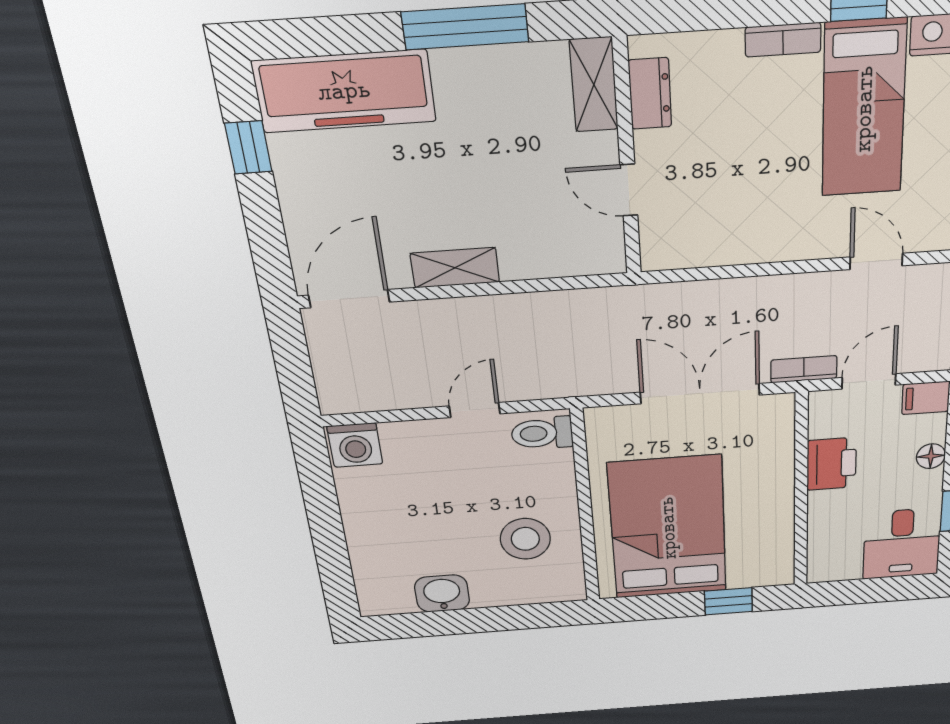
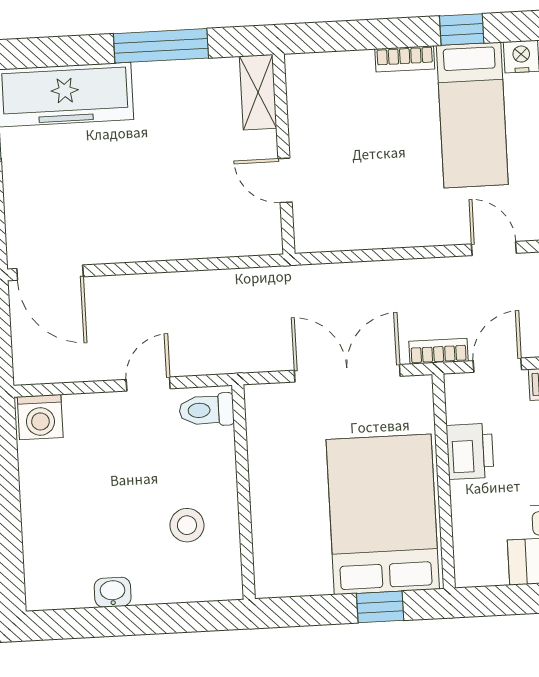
dresser: (650, 94) -> (302, 100), removed
shelving: (455, 268) -> (140, 246), removed
door: (349, 299) -> (50, 273), swing flipped
bed: (668, 528) -> (383, 514), moved
stool: (525, 539) -> (187, 525), width x0.73, depth x0.73
washbasin: (442, 593) -> (113, 592), width x0.72, depth x0.69

